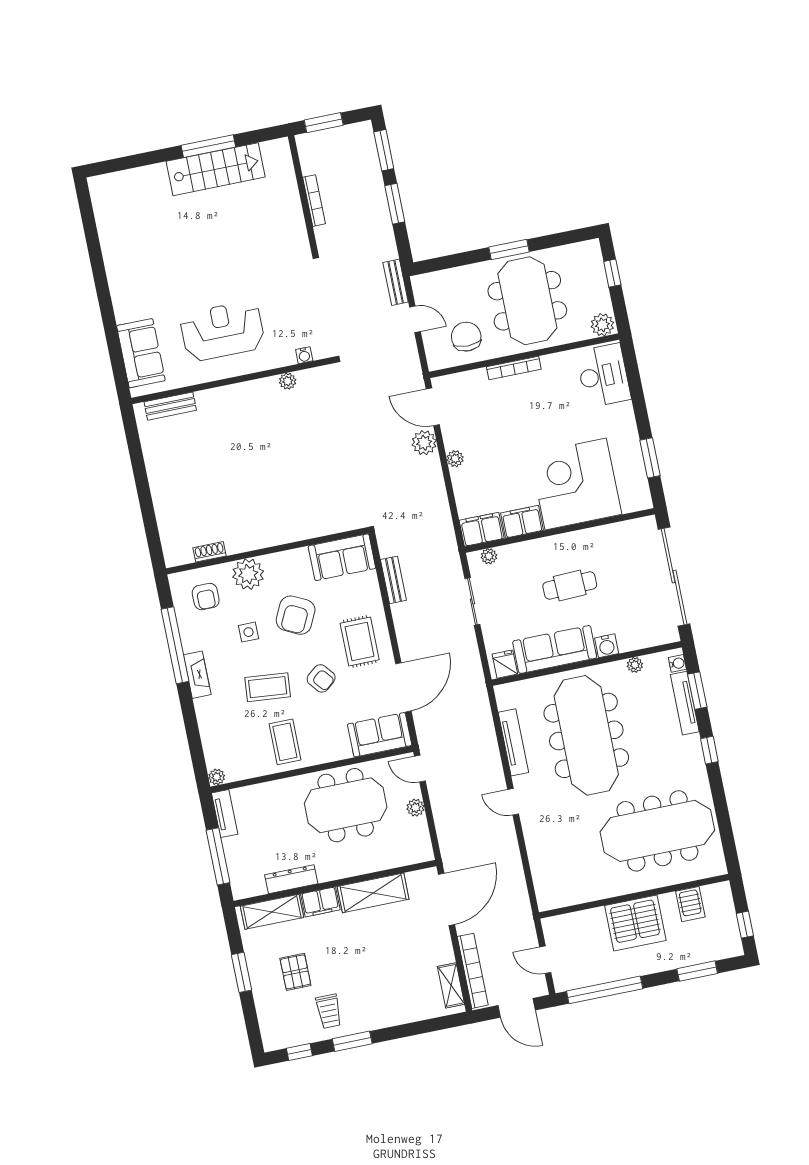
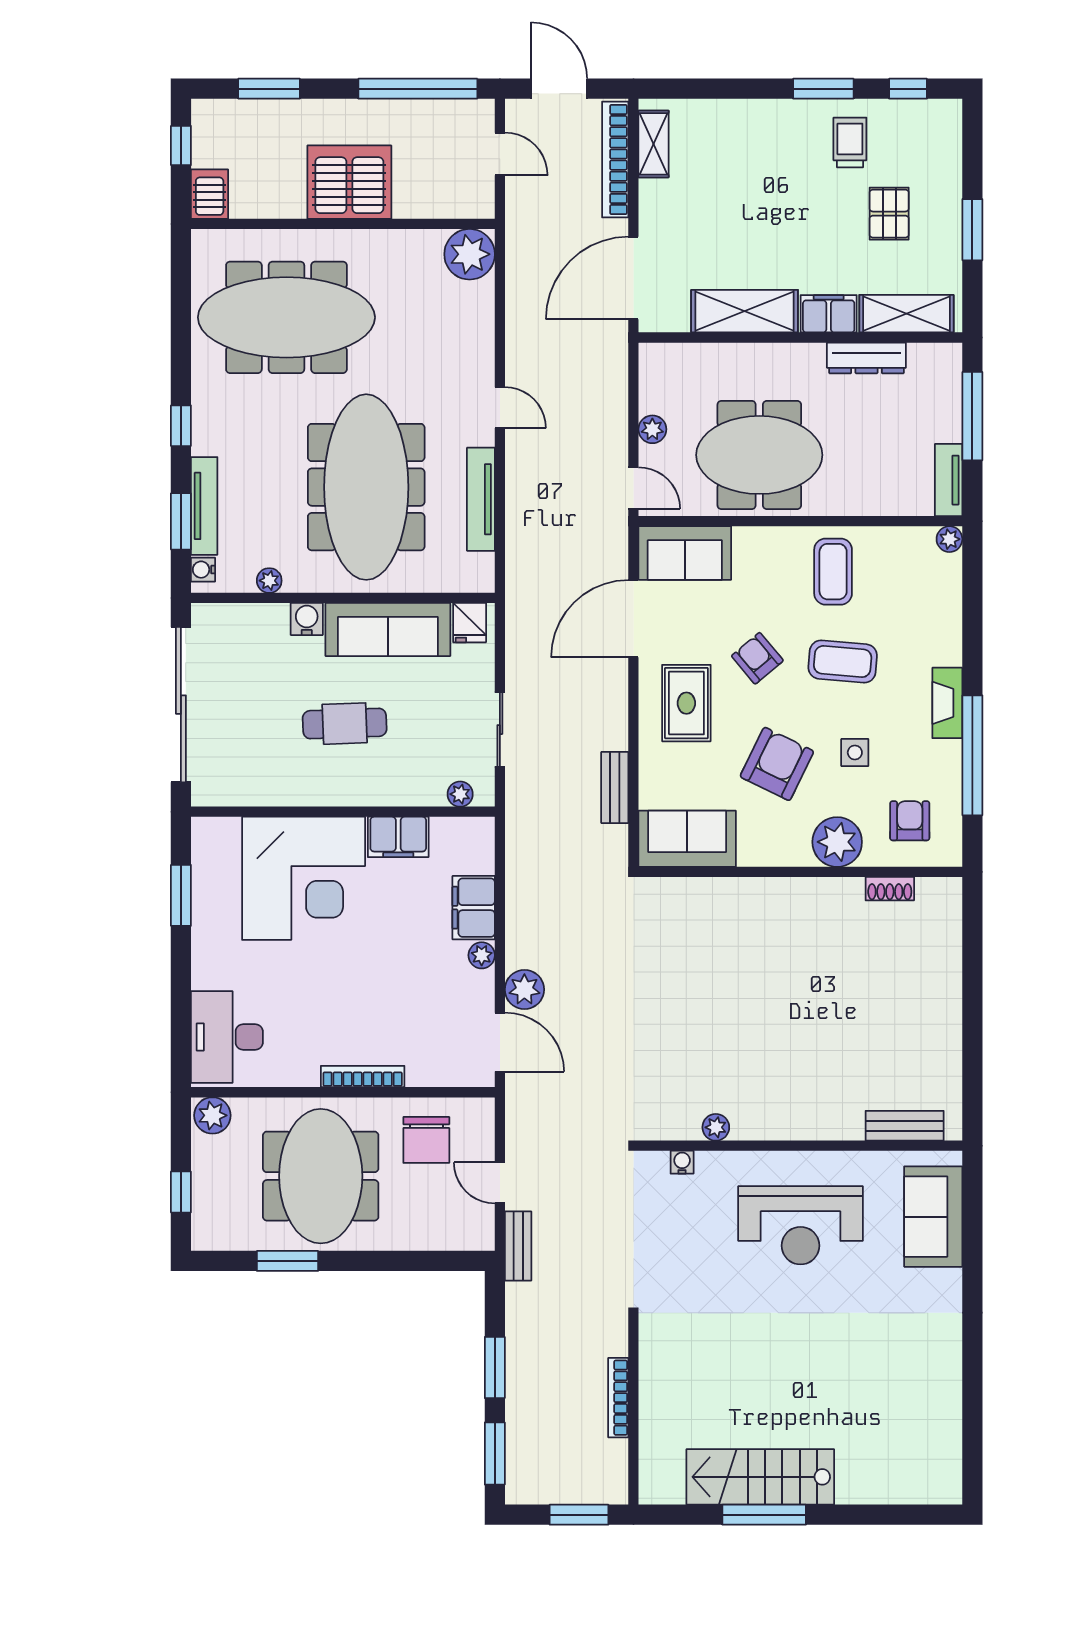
window: (509, 250) -> (287, 1261), moved
filing cabinet: (482, 529) -> (474, 908), moved, turned 90
plant: (551, 893) -> (470, 254), added
server rack: (690, 904) -> (210, 194), moved

